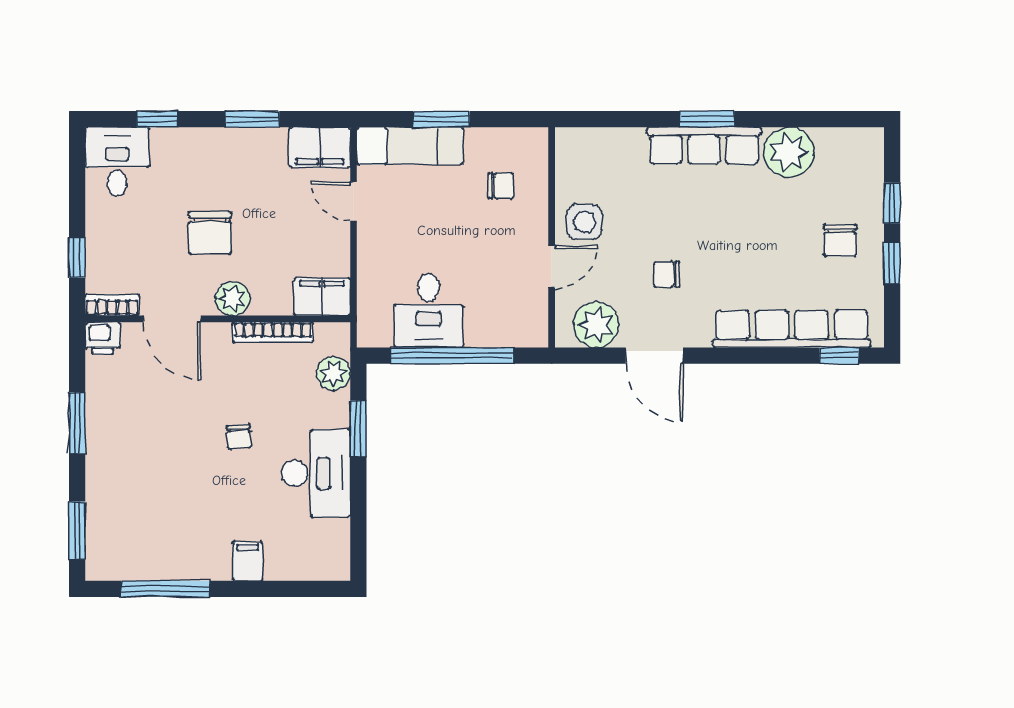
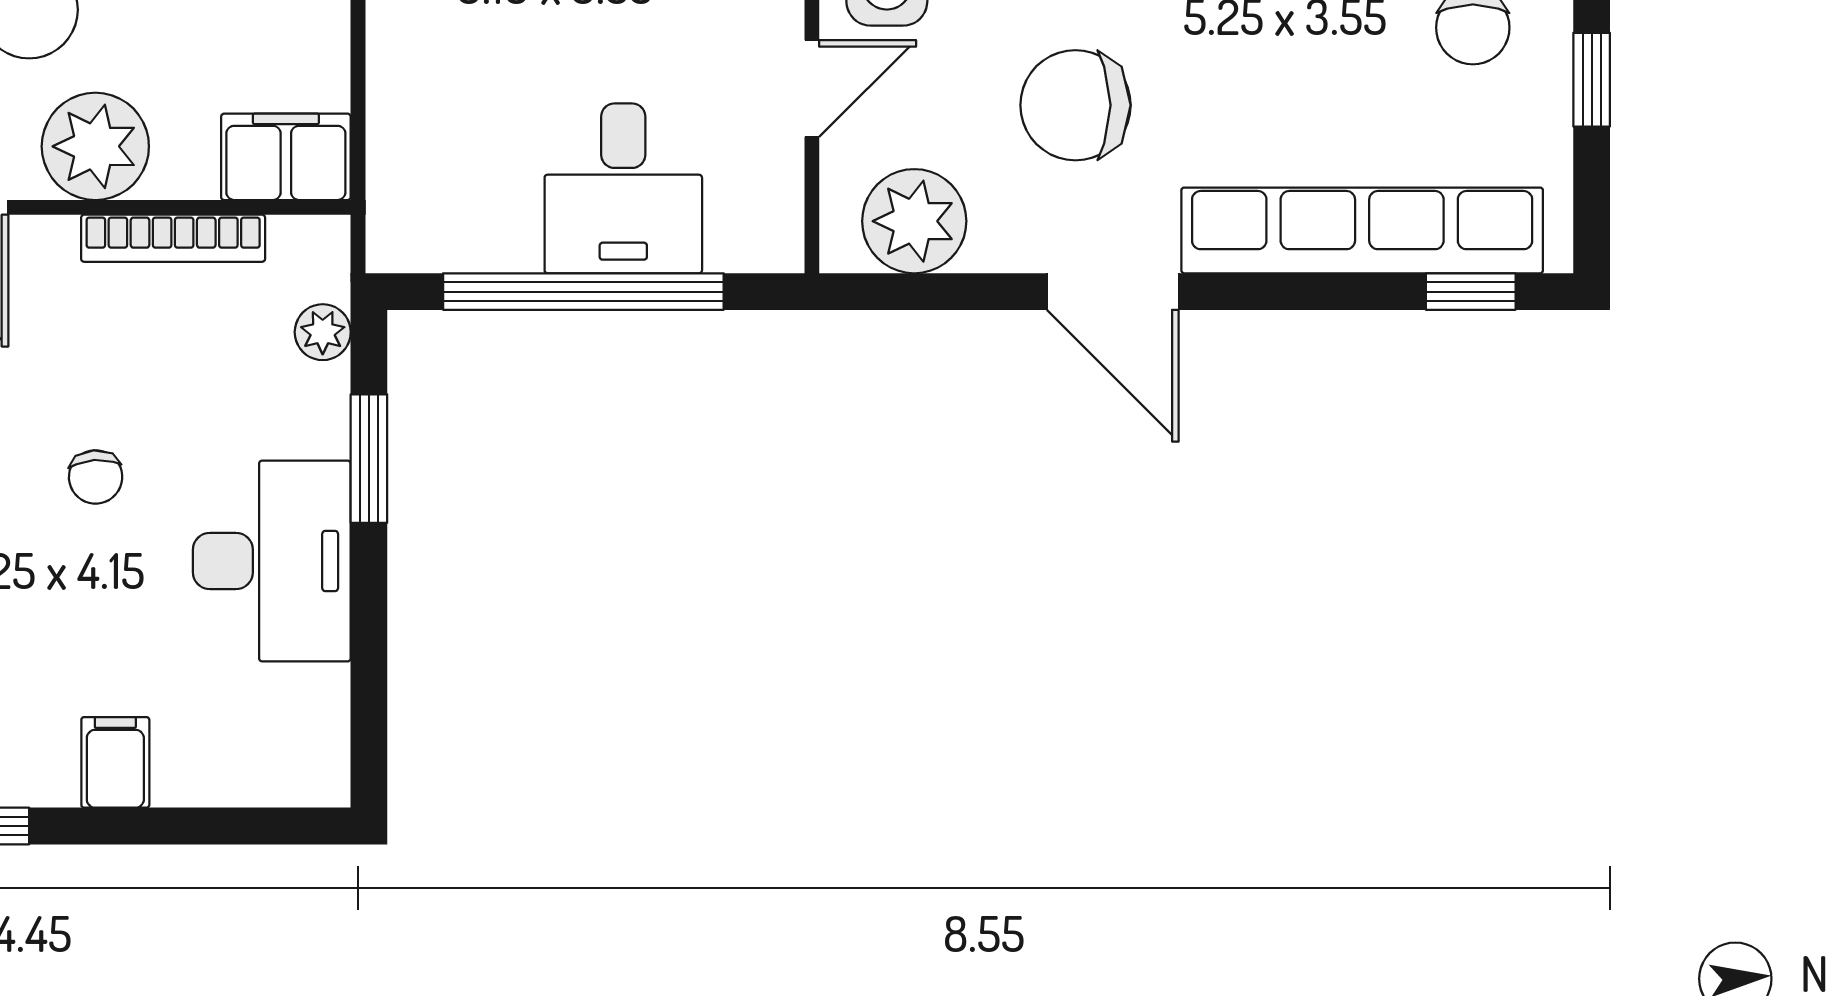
chair: (667, 274) -> (1075, 105), width x1.87, depth x1.87
plant: (233, 299) -> (95, 146), width x1.36, depth x1.36
desk: (429, 311) -> (623, 188), moved
door: (654, 356) -> (1113, 292), moved
plant: (334, 373) -> (323, 332), width x0.73, depth x0.73

